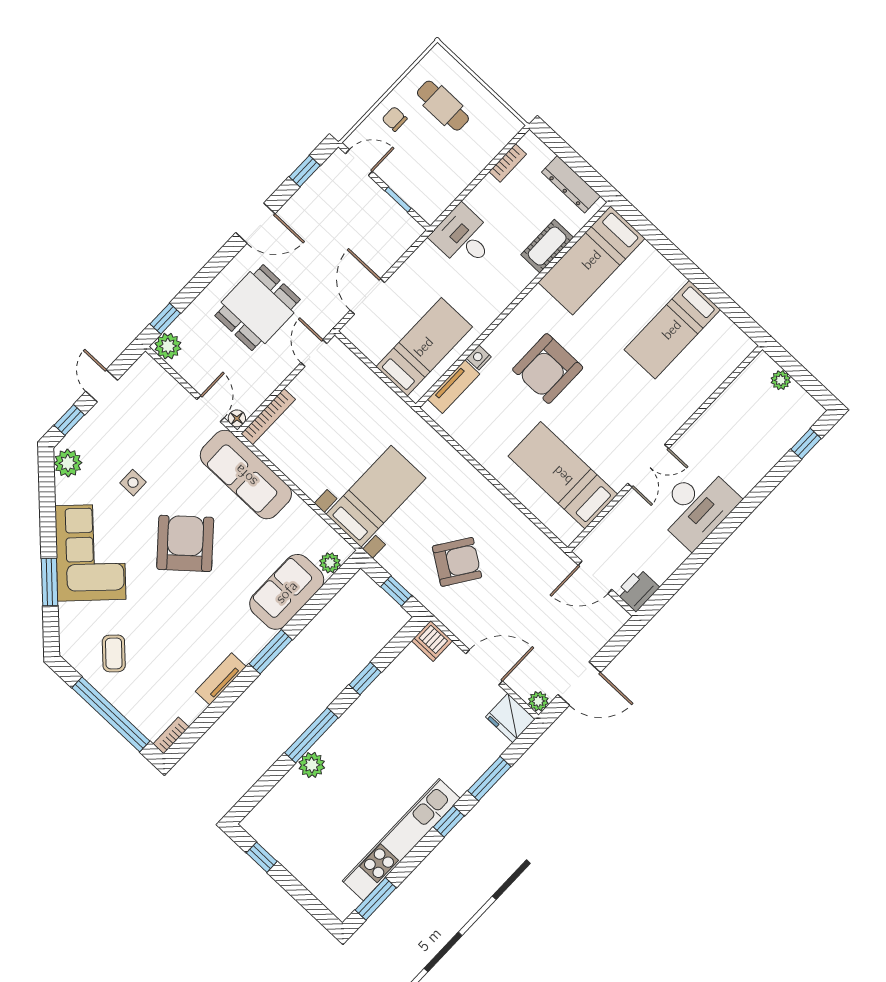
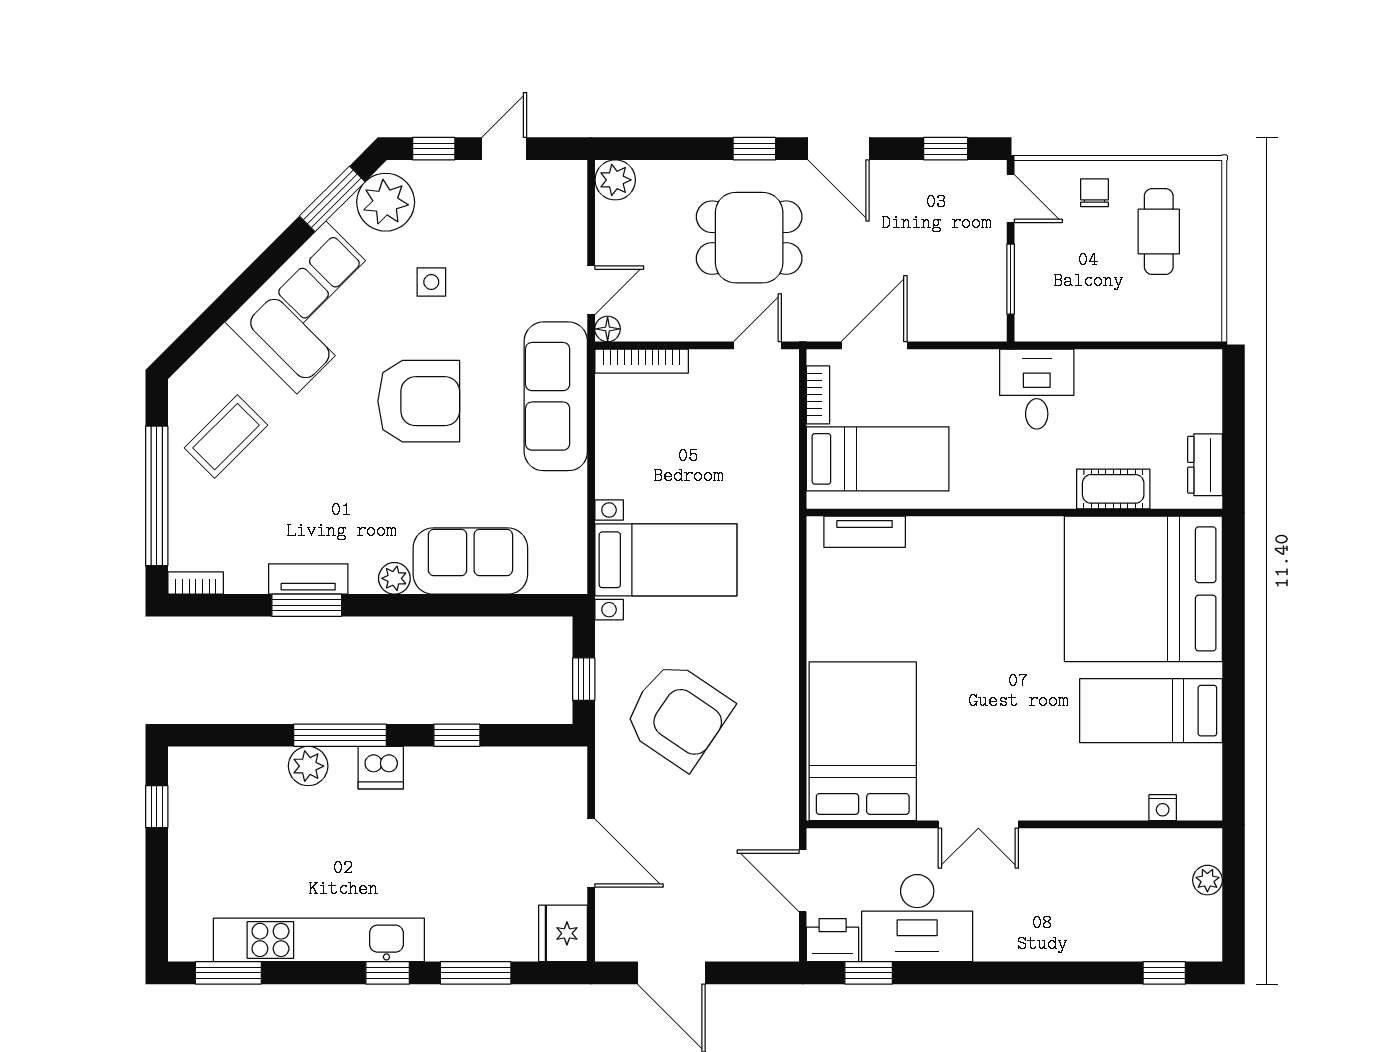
bookcase: (508, 163) -> (818, 395), moved, turned -90
dresser: (571, 184) -> (1205, 465), width x0.70
window: (398, 199) -> (1011, 279), width x1.50
bed: (592, 260) -> (1143, 589), width x2.04
window: (165, 319) -> (754, 149), moved
nightstand: (479, 358) -> (1163, 808), moved, turned 180
armchair: (548, 369) -> (981, 615), removed
plant: (68, 463) -> (386, 202), width x1.36, depth x1.36
bed: (563, 475) -> (863, 741), width x1.50
desk: (697, 506) -> (917, 918), moved
armchair: (185, 543) -> (419, 401), turned 41
armchair: (457, 562) -> (678, 715), width x1.36, depth x1.36
plant: (330, 563) -> (394, 578), moved
window: (50, 582) -> (332, 199), moved
window: (670, 588) -> (869, 973), added
dishwasher: (432, 641) -> (381, 768), moved, turned -90
window: (271, 652) -> (307, 605), moved
coffee table: (114, 653) -> (226, 437), width x1.36, depth x1.30
plant: (538, 701) -> (610, 947), removed

